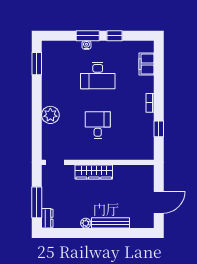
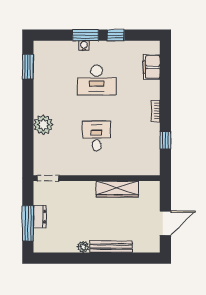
wardrobe: (94, 172) -> (117, 189), moved
dresser: (47, 218) -> (40, 217), moved

